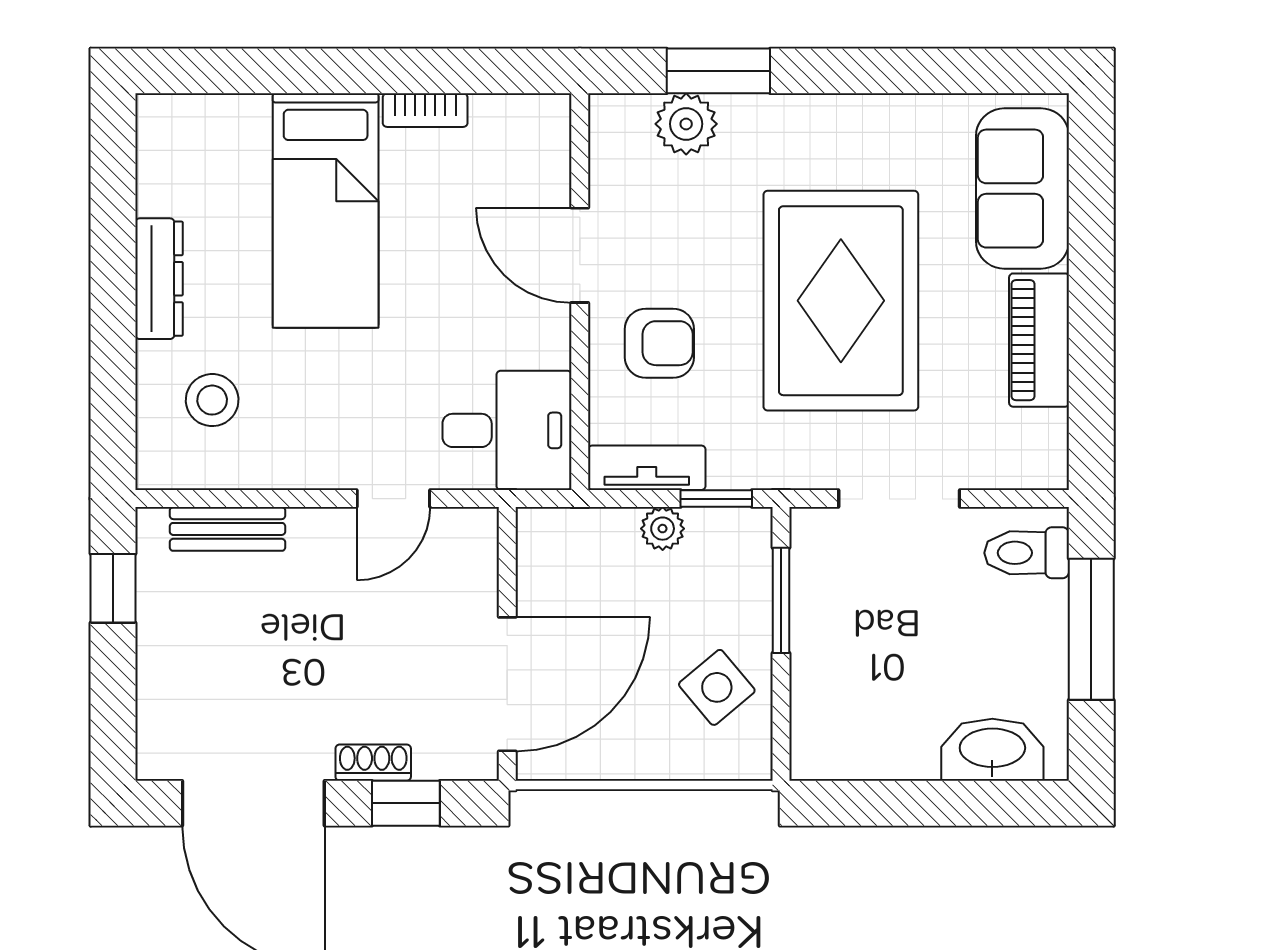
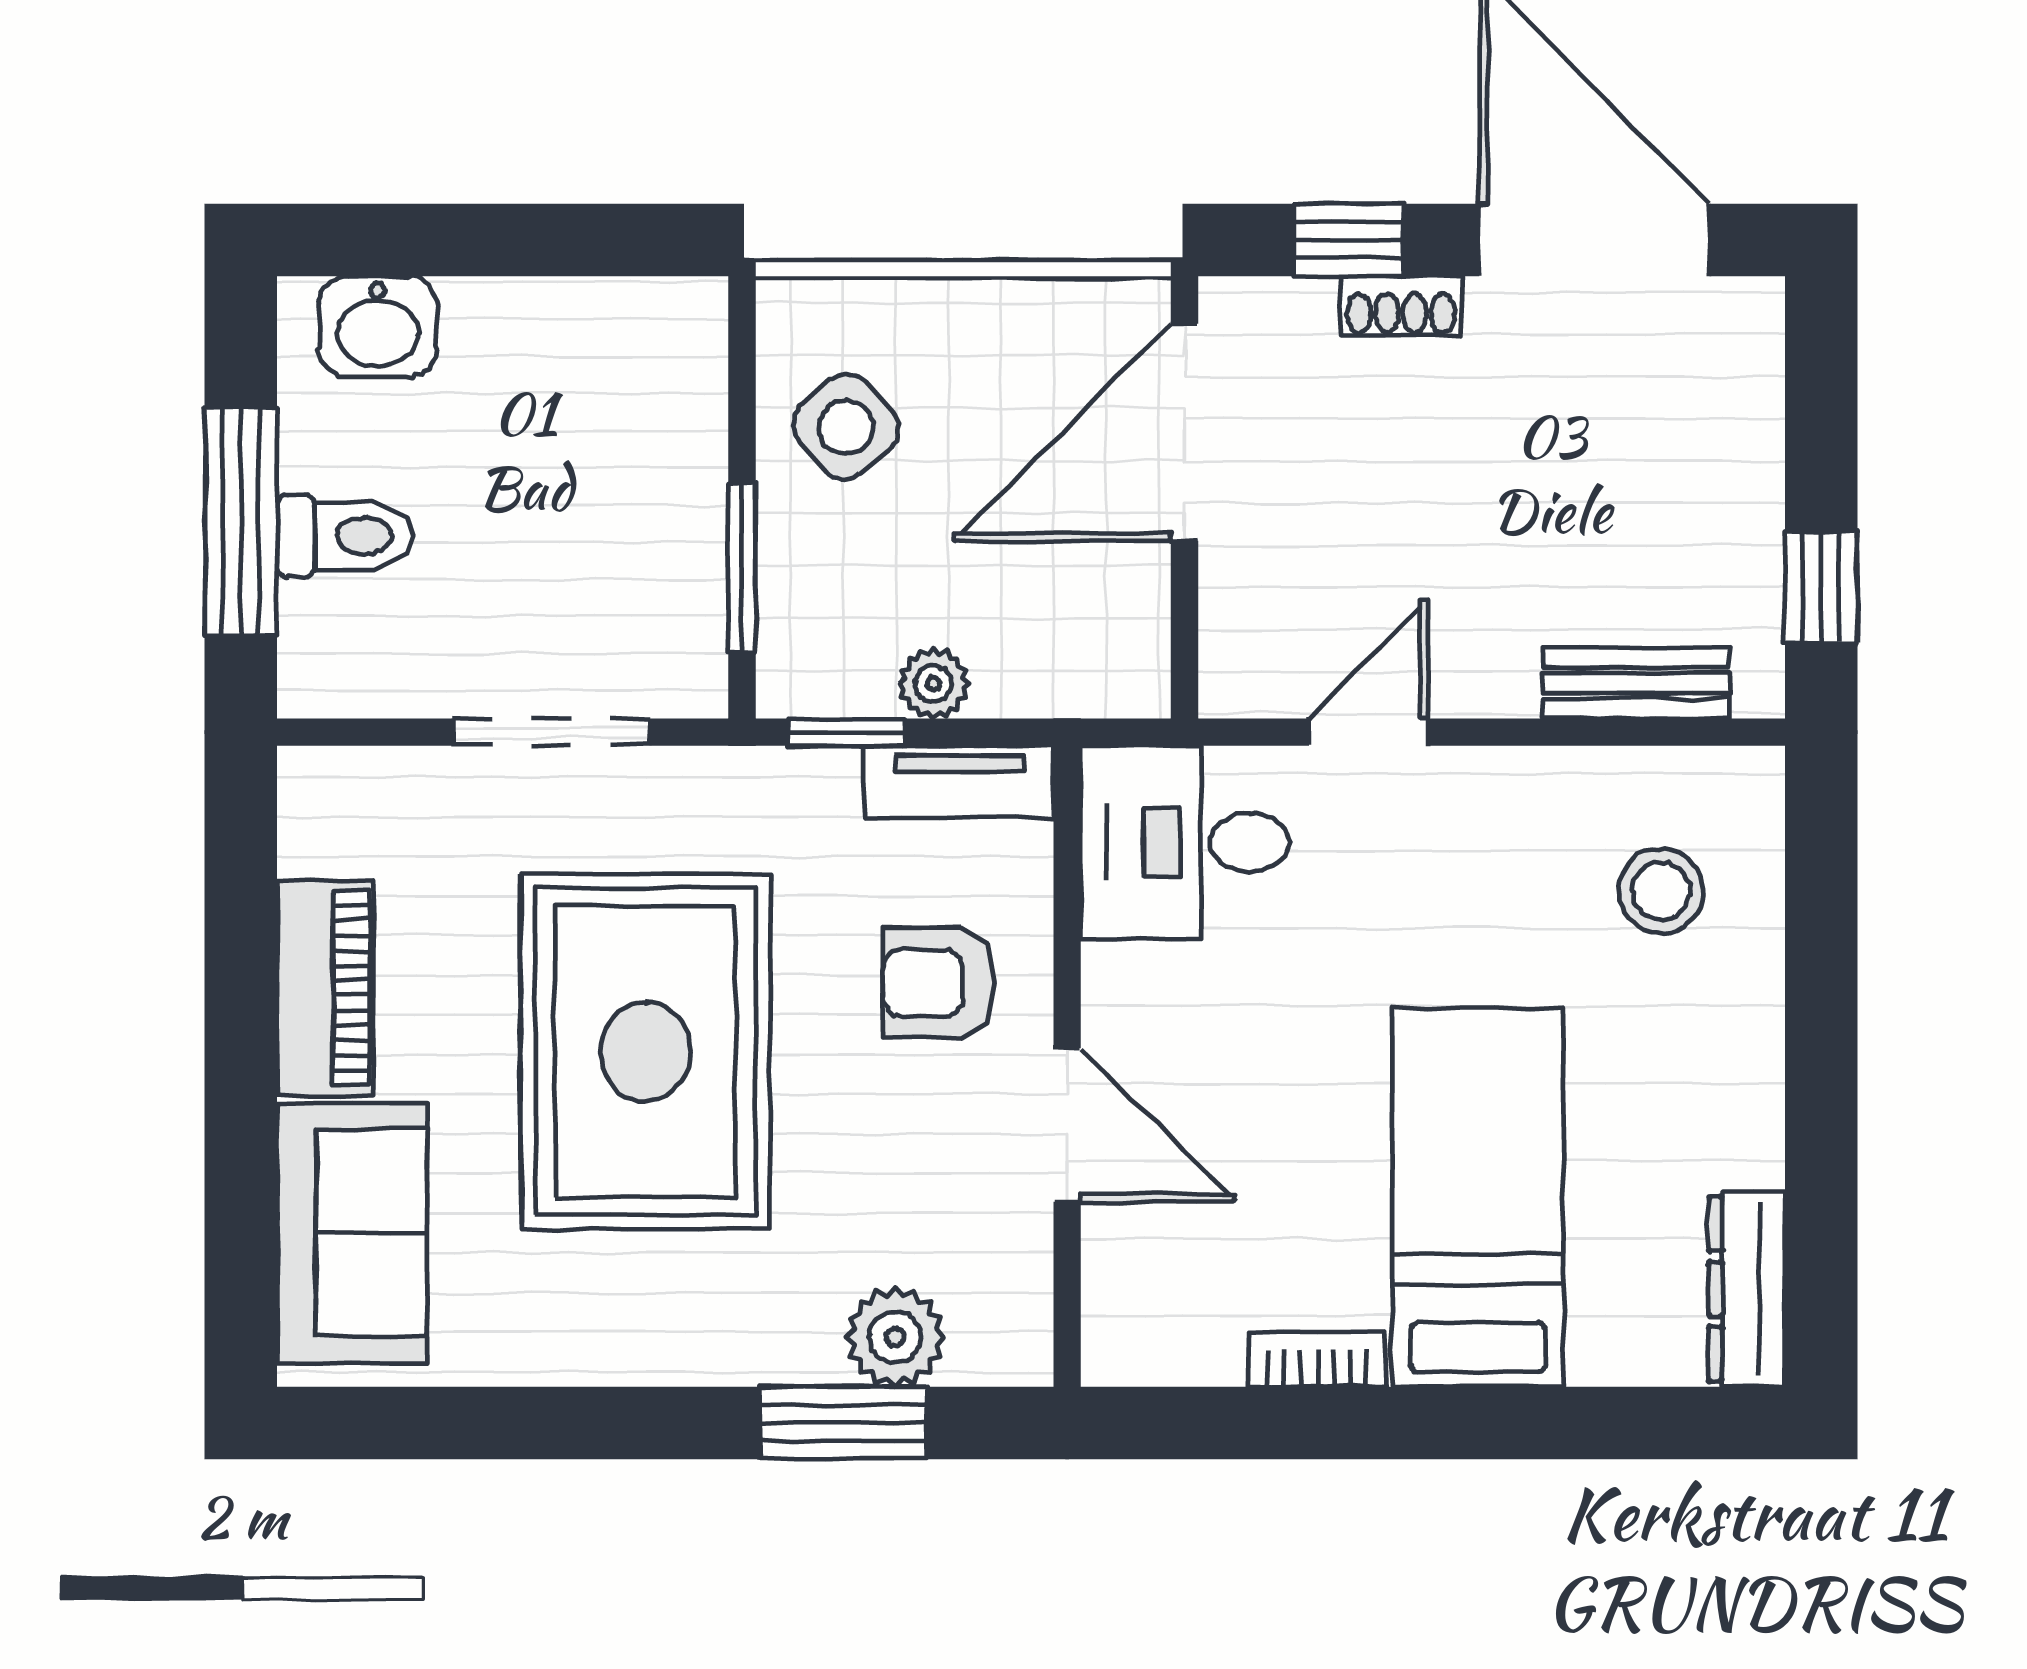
dresser: (159, 279) -> (1747, 1289), moved
toilet: (1027, 553) -> (345, 536), moved
washbasin: (992, 750) -> (378, 326), width x0.72

